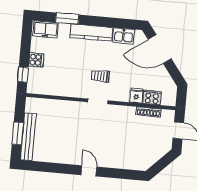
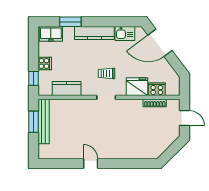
kitchen counter: (57, 88) -> (67, 88), added
fridge: (136, 96) -> (137, 87), width x1.88, depth x1.34
window: (18, 133) -> (33, 122), moved
bench: (28, 137) -> (44, 121), moved
door: (89, 171) -> (91, 164), moved

